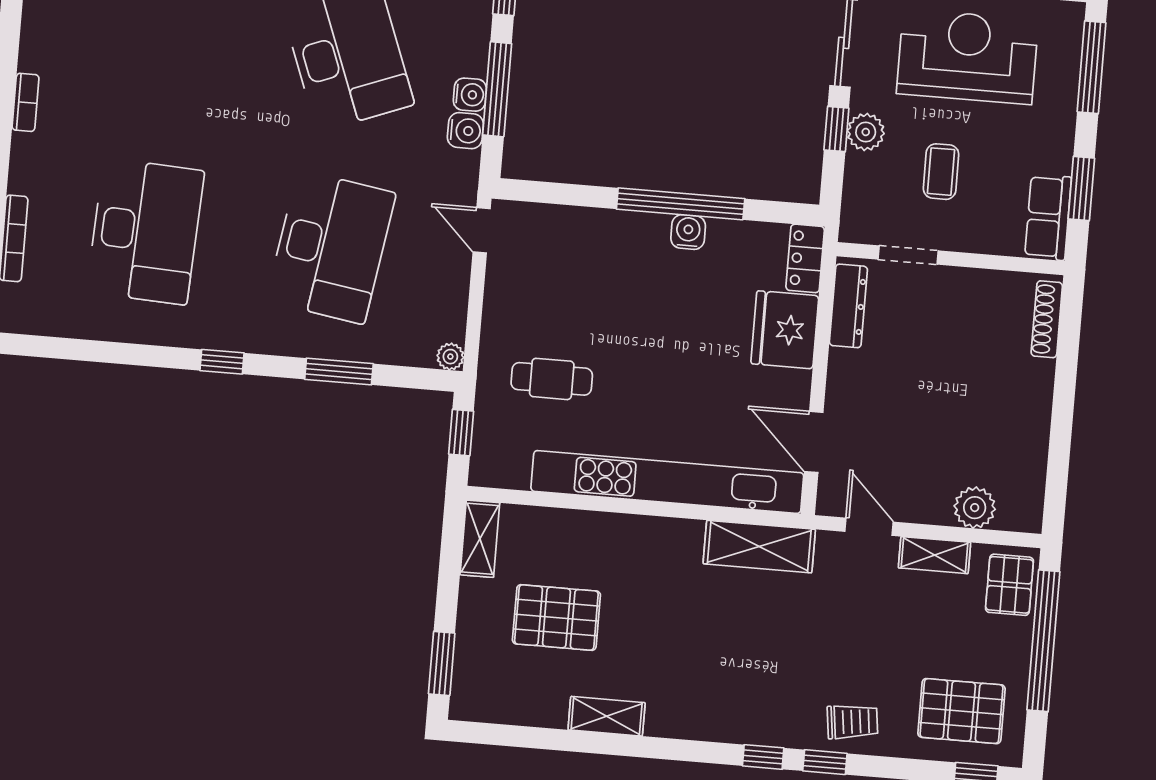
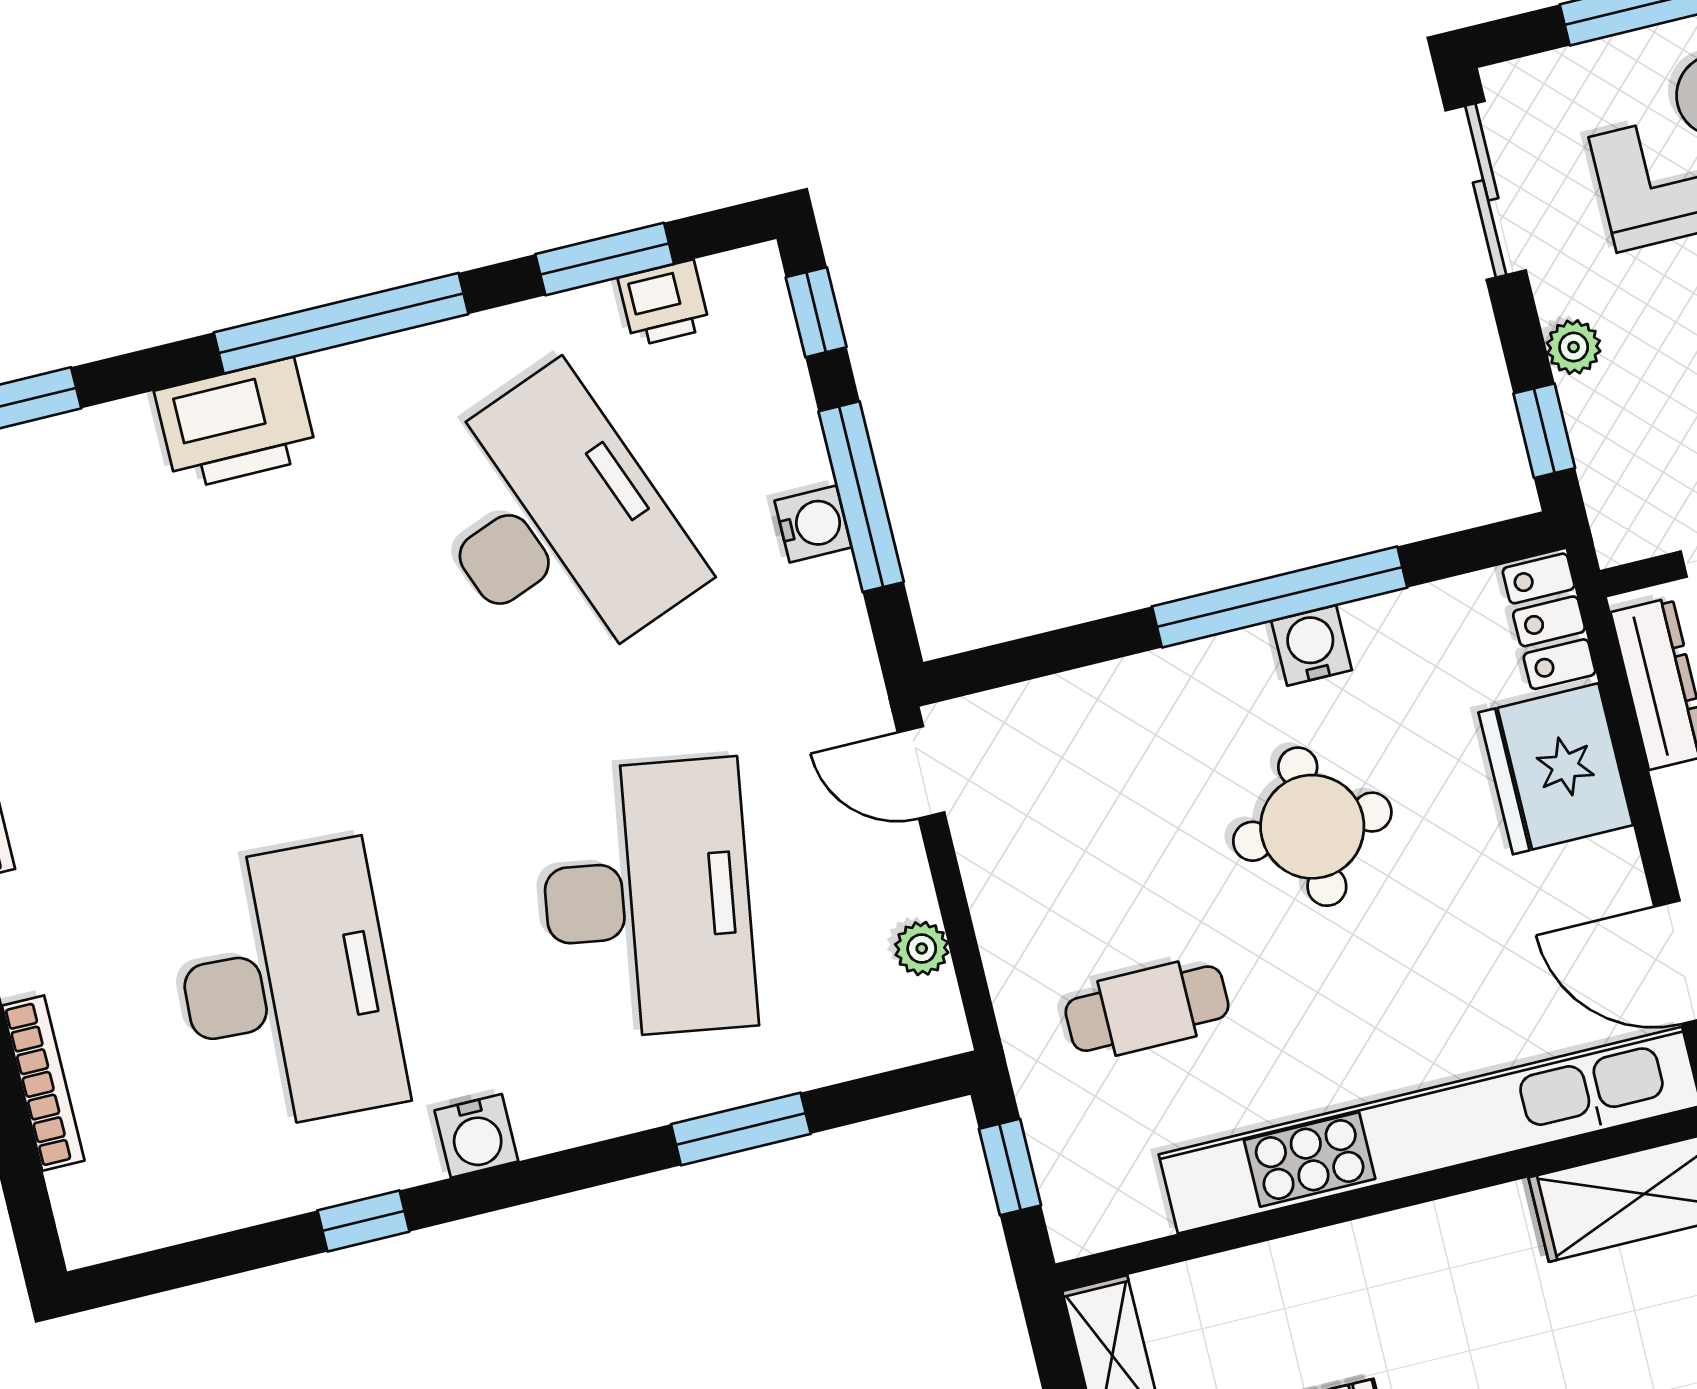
window: (836, 129) -> (1544, 431), moved
water cooler: (465, 131) -> (476, 1136), moved, turned 90
plant: (866, 132) -> (1574, 347), width x0.73, depth x0.73
round table: (660, 319) -> (1312, 827), added
plant: (450, 357) -> (922, 948), moved
window: (222, 362) -> (363, 1221), moved

